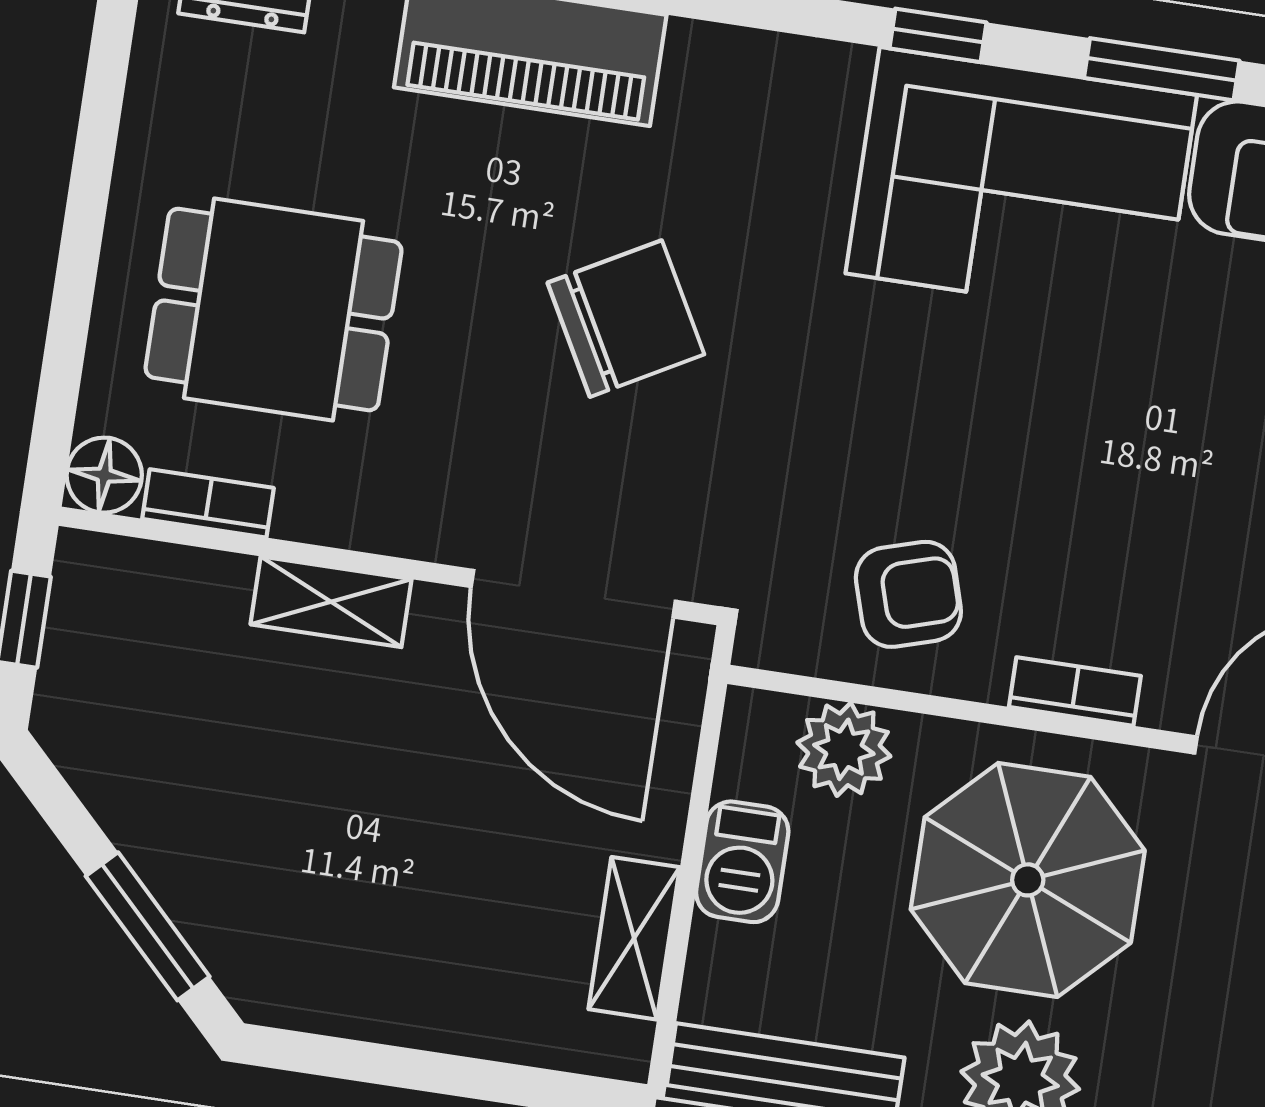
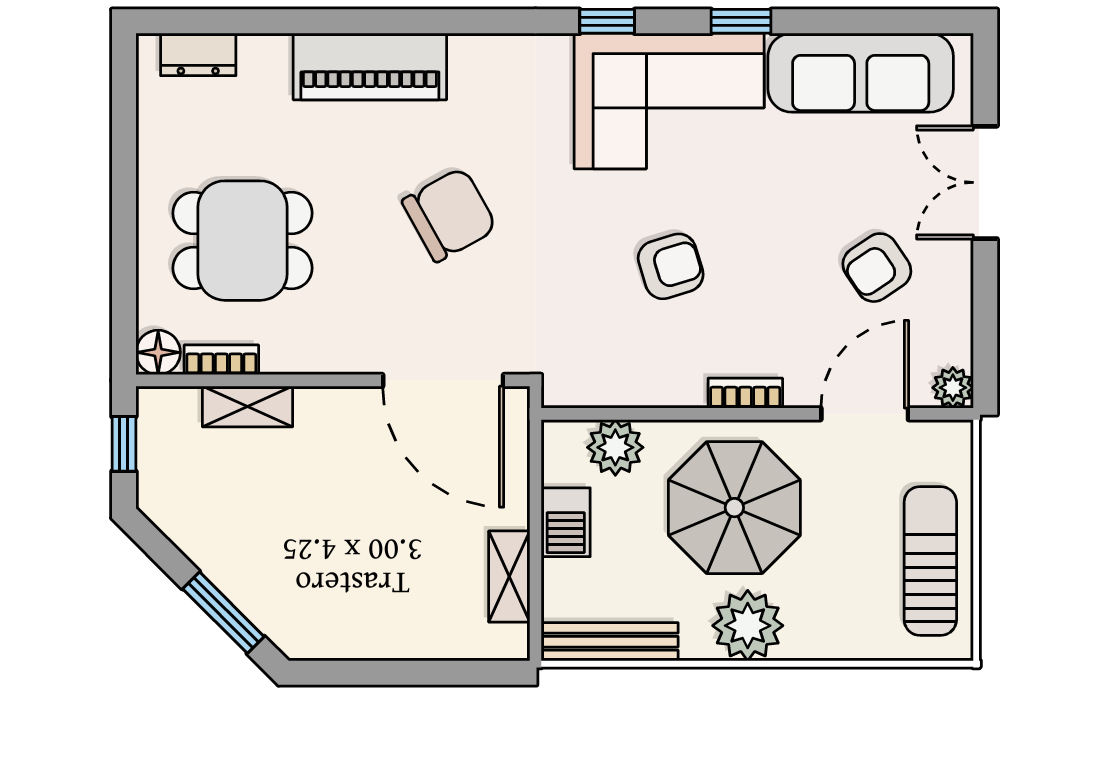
window: (1162, 69) -> (741, 21), width x0.67
armchair: (908, 594) -> (671, 266), moved
shelving: (331, 602) -> (247, 406), moved

